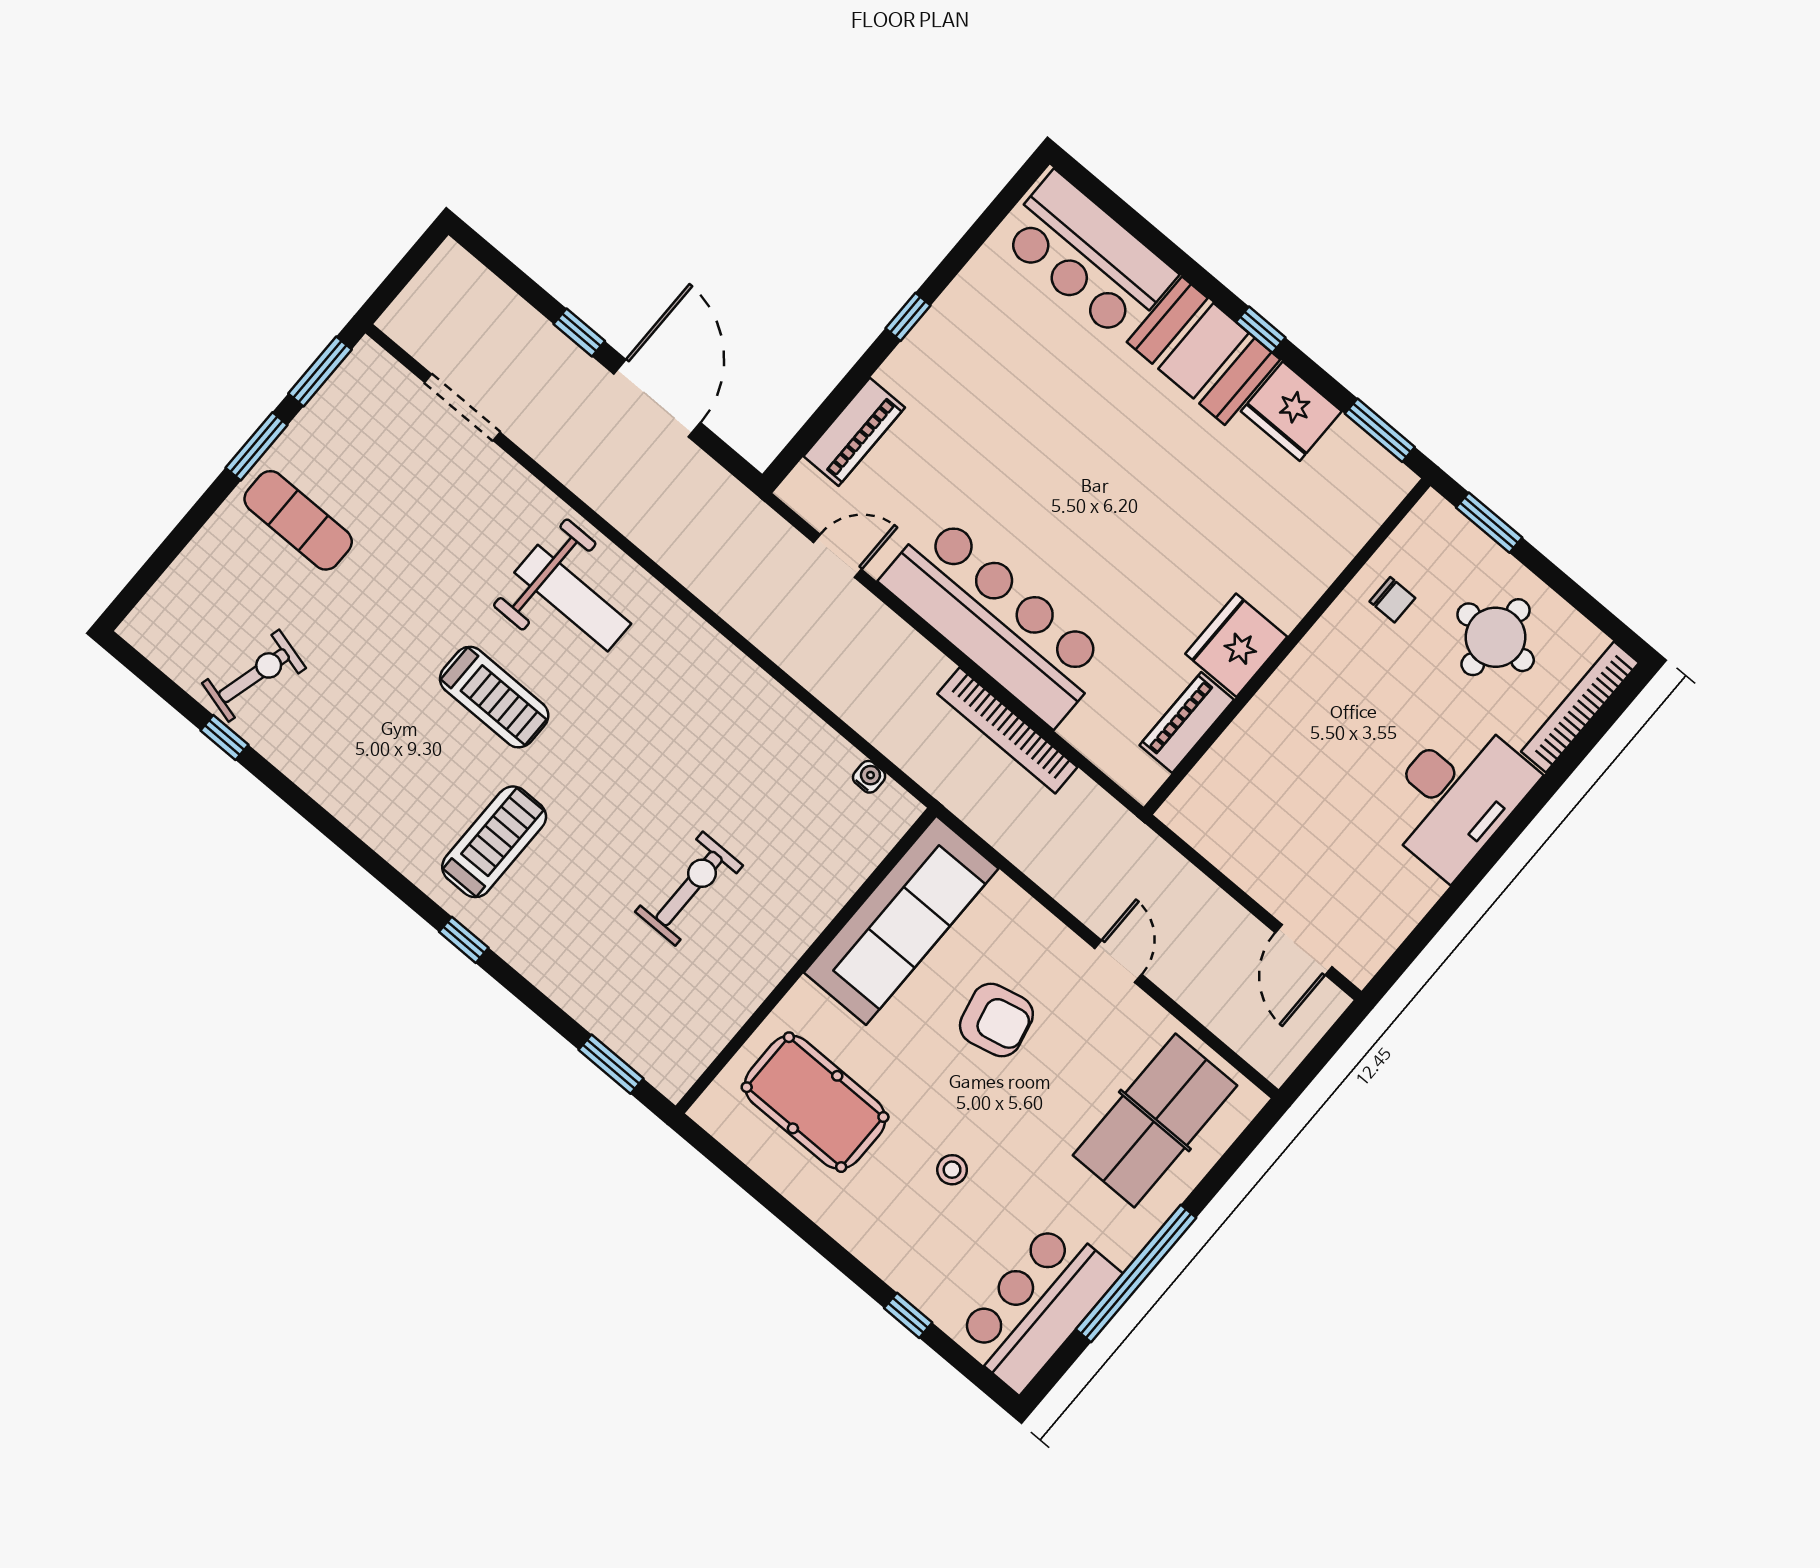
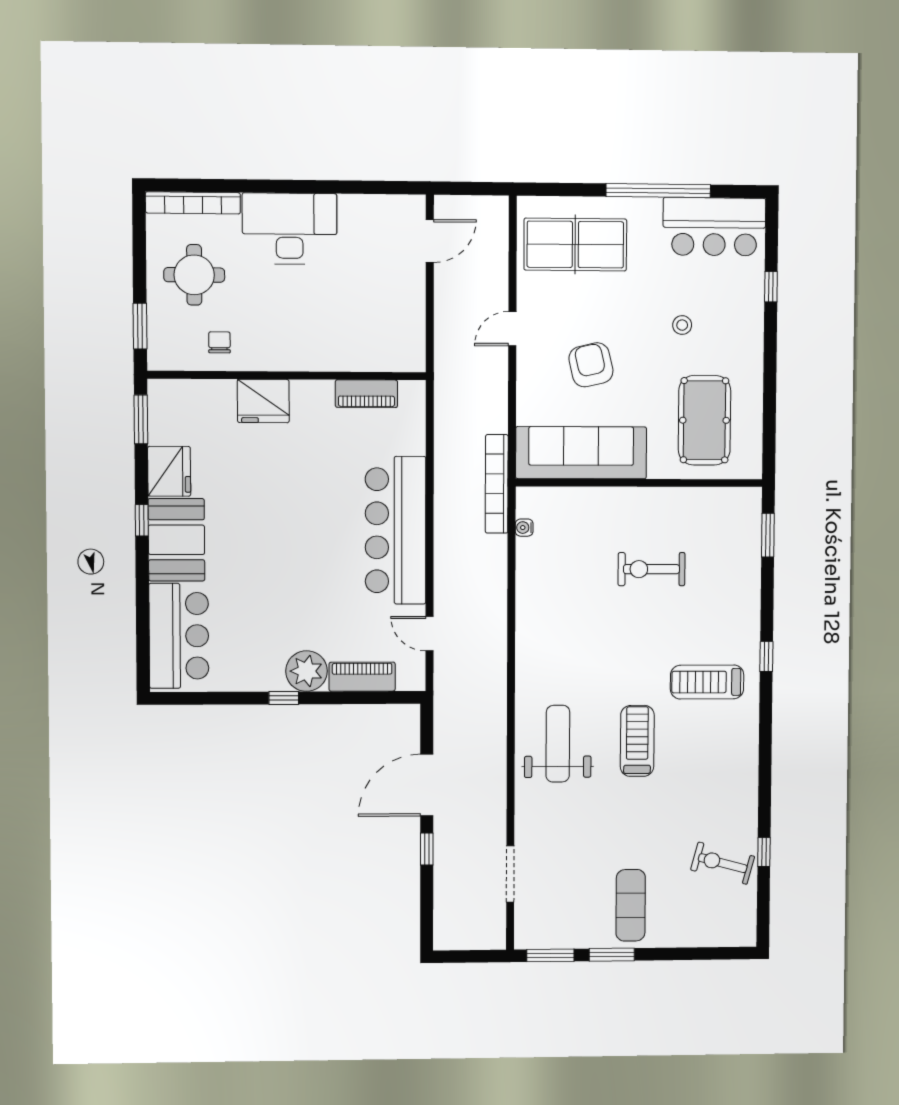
plant: (917, 371) -> (306, 671), added
fridge: (1236, 645) -> (263, 401), moved
bookcase: (1007, 730) -> (497, 484), moved, turned 180

